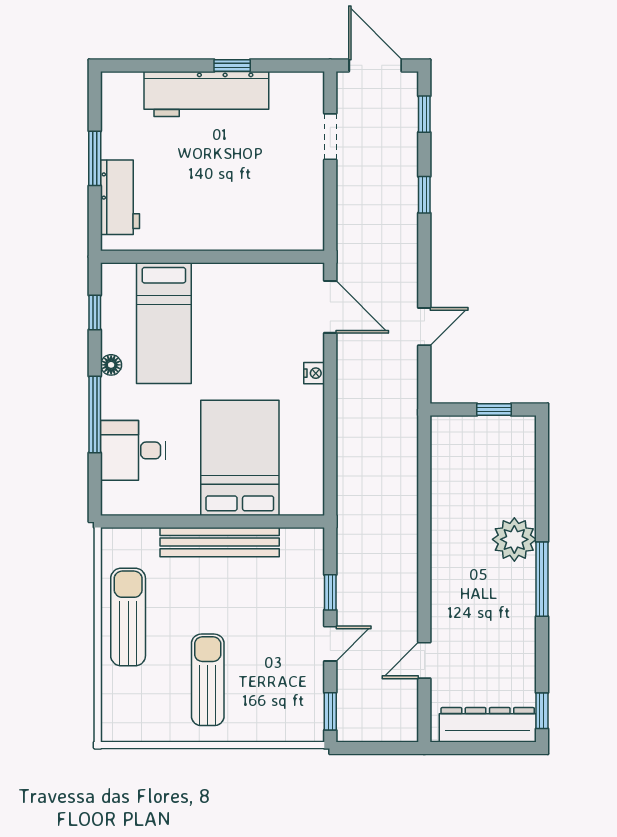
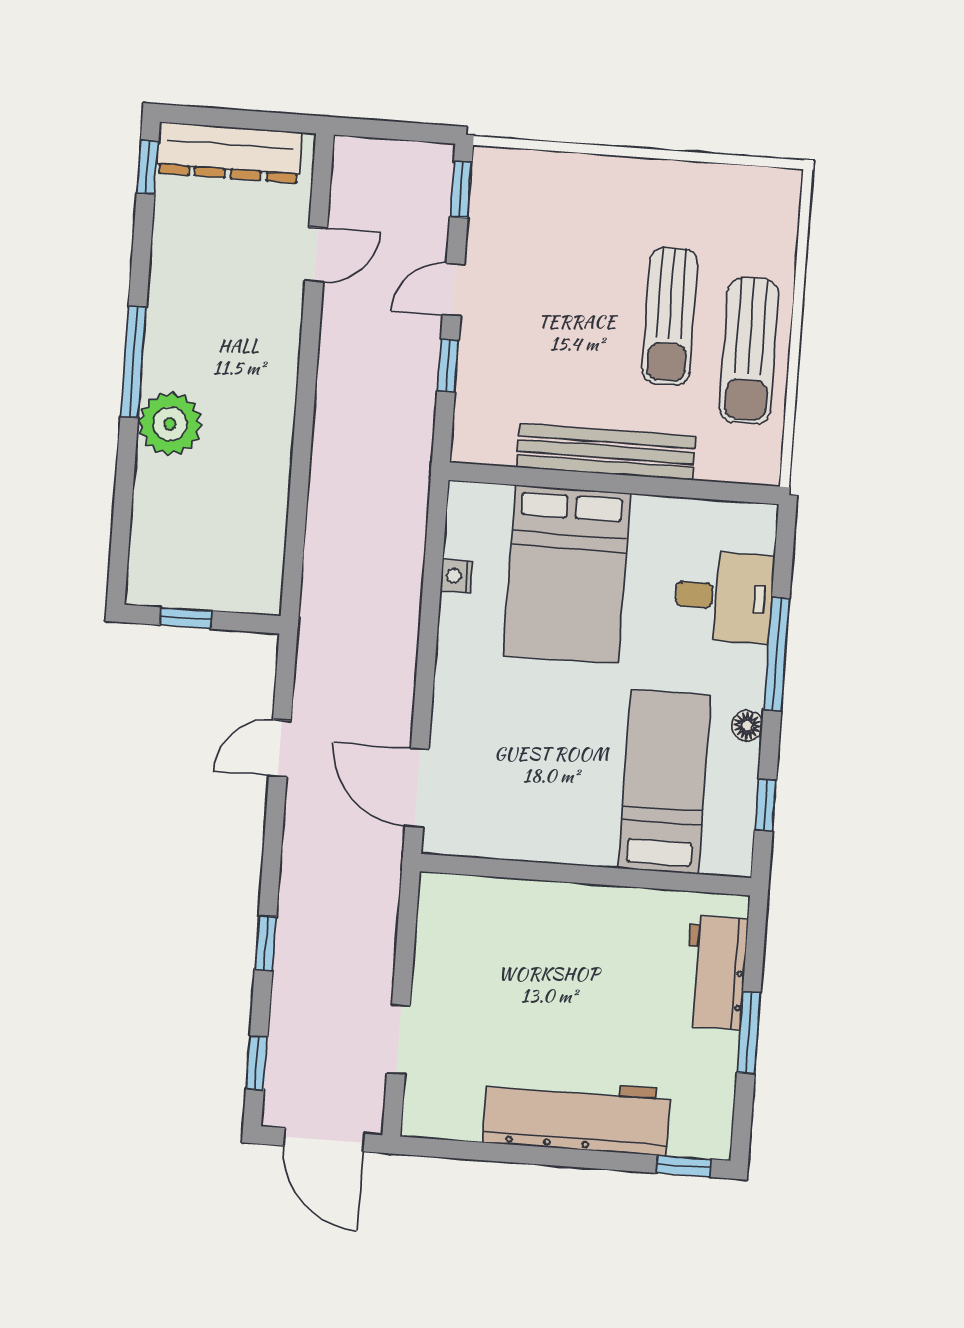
window: (232, 65) -> (683, 1166), moved
nightstand: (314, 373) -> (456, 576), moved
sun lounger: (208, 680) -> (670, 316), moved

